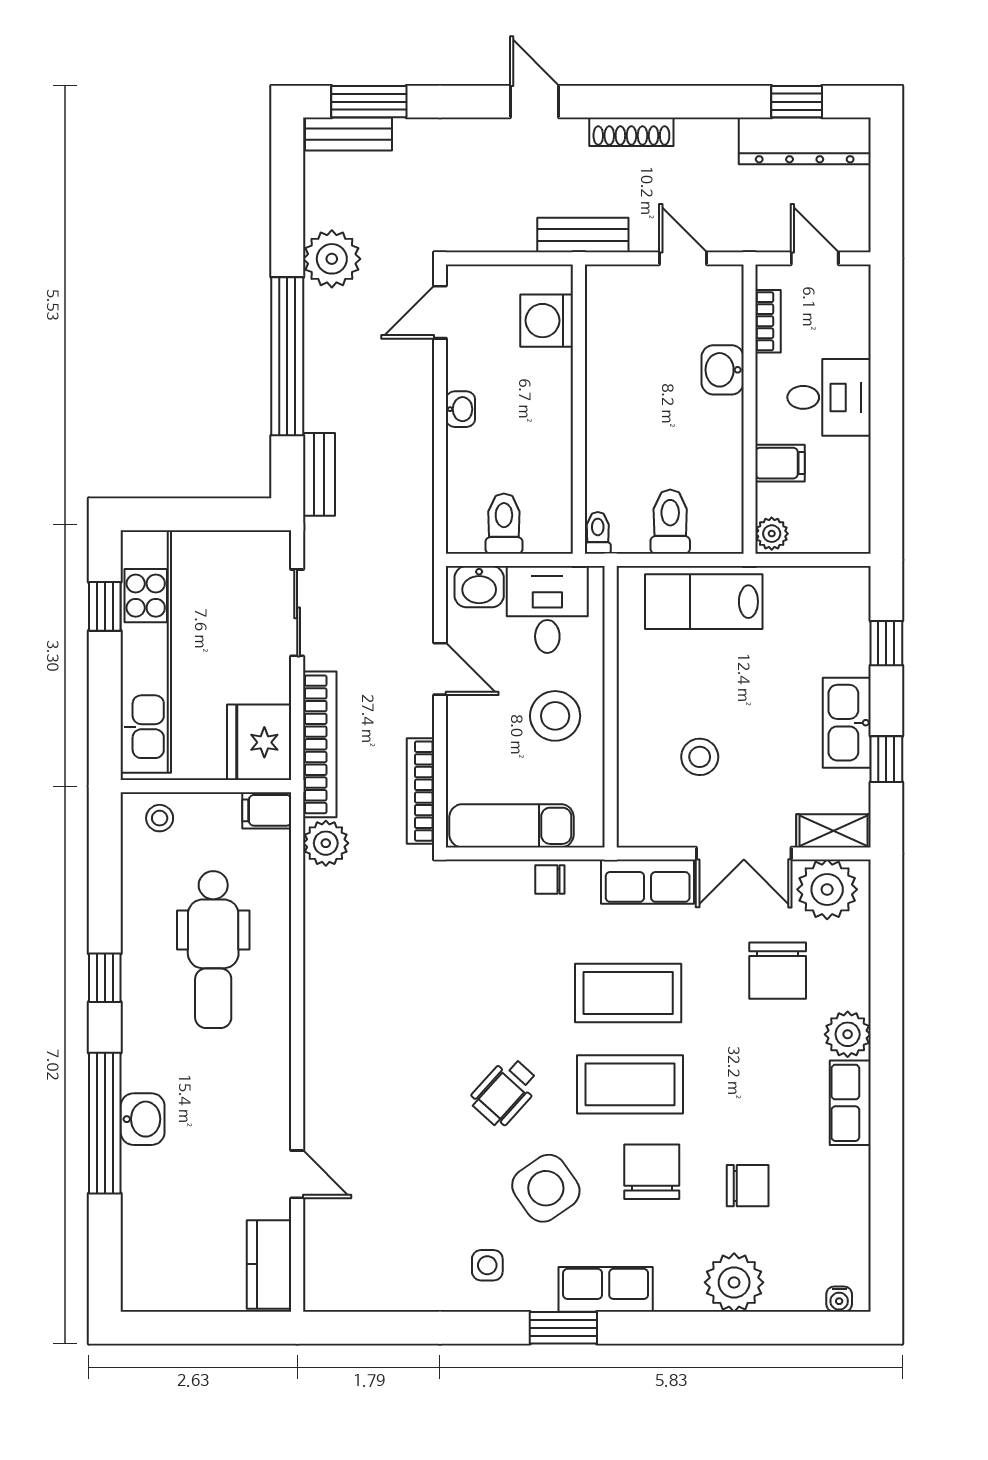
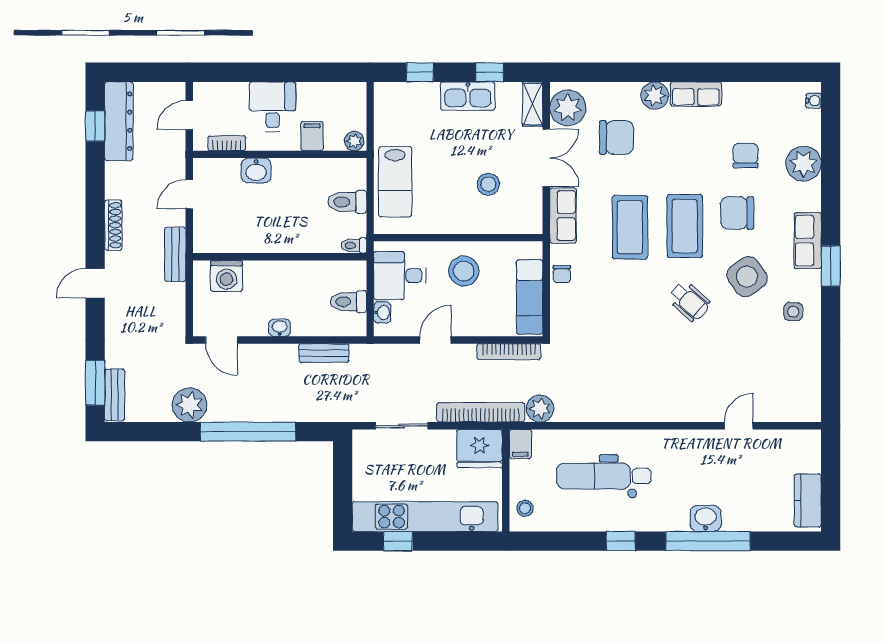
bench: (319, 474) -> (324, 353), moved
washbasin: (479, 587) -> (382, 312), width x0.72, depth x0.69
dental chair: (213, 950) -> (604, 476), turned 180
kitchen counter: (269, 1264) -> (808, 500), moved, turned 90

